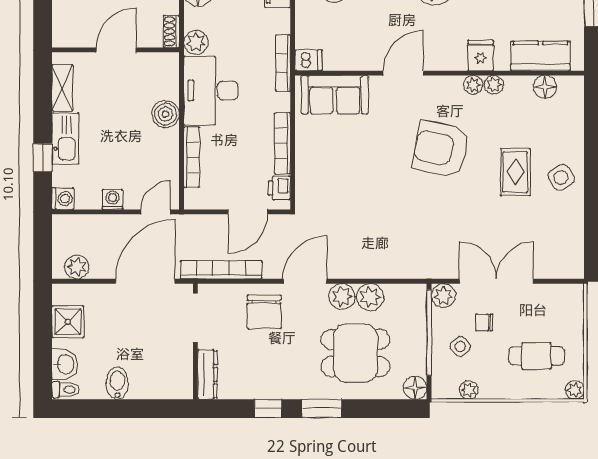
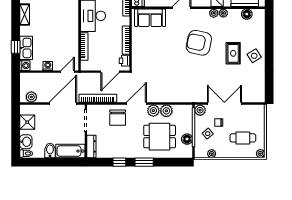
boiler: (166, 114) -> (72, 27), removed
kitchen sink: (65, 138) -> (26, 48), moved
bathtub: (162, 384) -> (70, 151), added
floor lamp: (415, 388) -> (187, 139), moved

